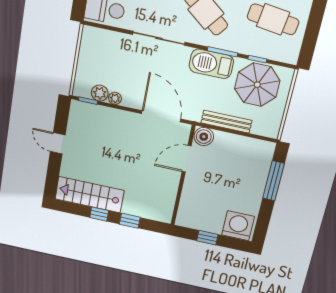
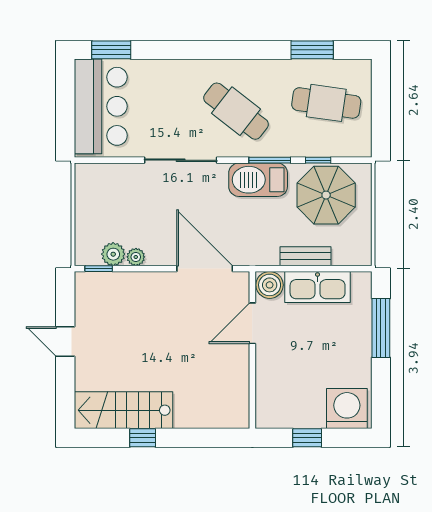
bench: (226, 122) -> (305, 256), width x0.73
kitchen sink: (237, 145) -> (318, 287), added
window: (130, 221) -> (189, 438), removed

